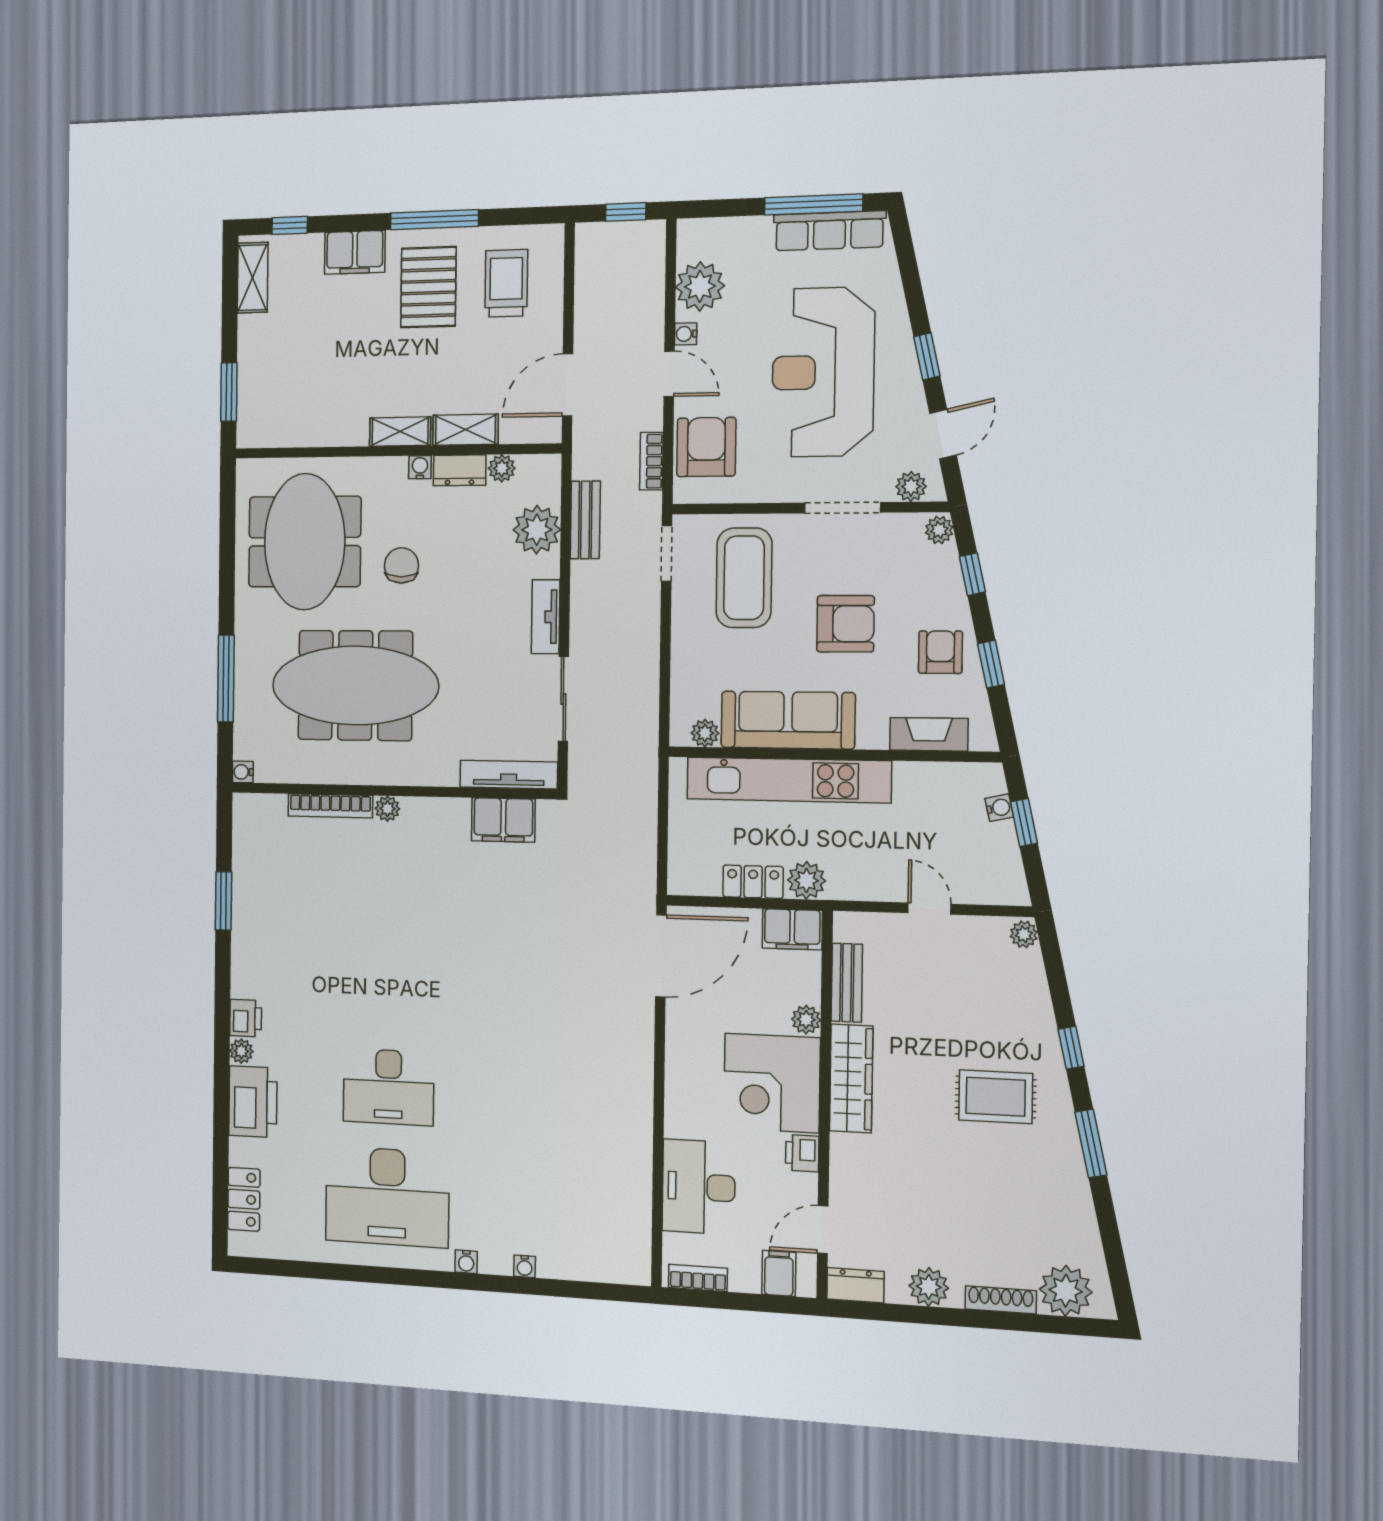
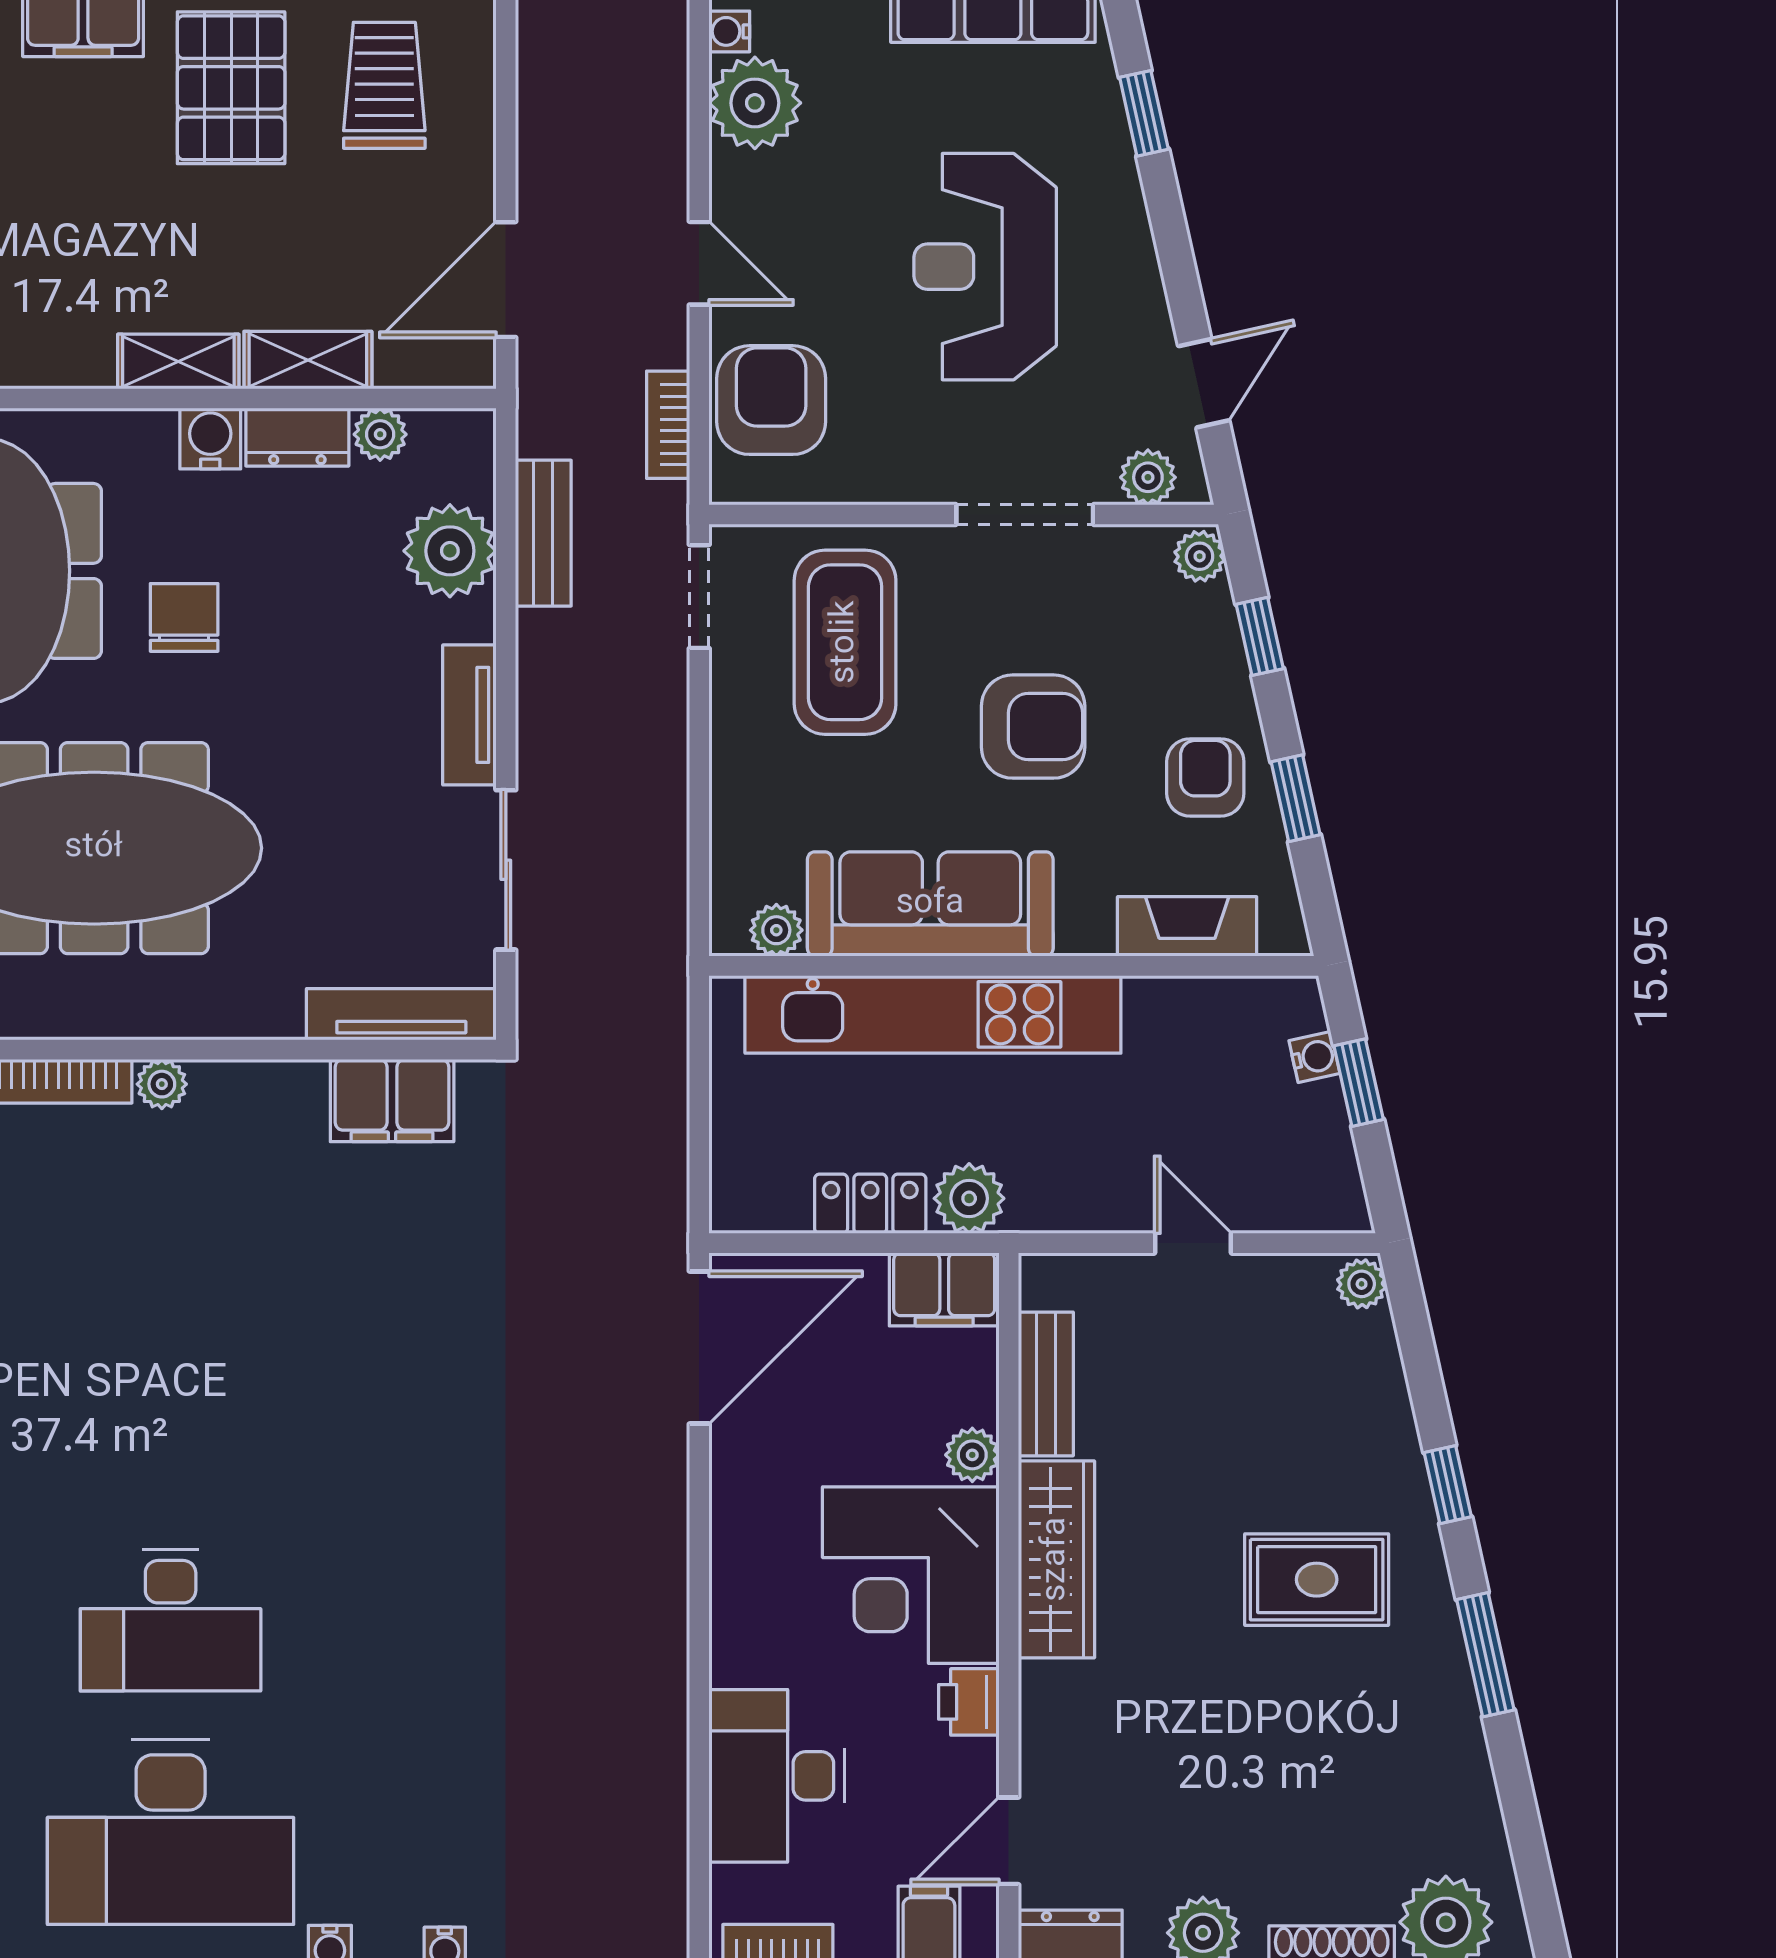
water cooler: (686, 334) -> (729, 31), moved
window: (927, 356) -> (1144, 113), moved
reception desk: (823, 372) -> (985, 267), width x0.74, depth x0.77
water cooler: (420, 467) -> (210, 439), width x1.38, depth x1.38

